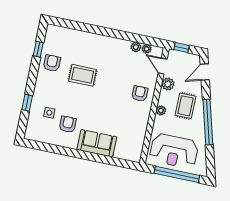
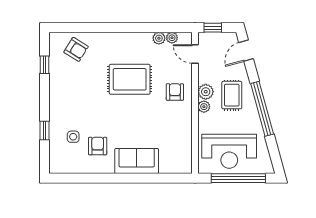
armchair: (52, 63) -> (76, 49), moved, turned 122
rug: (83, 75) -> (130, 79), moved, width x1.36, depth x1.43
plant: (168, 84) -> (206, 92), moved

